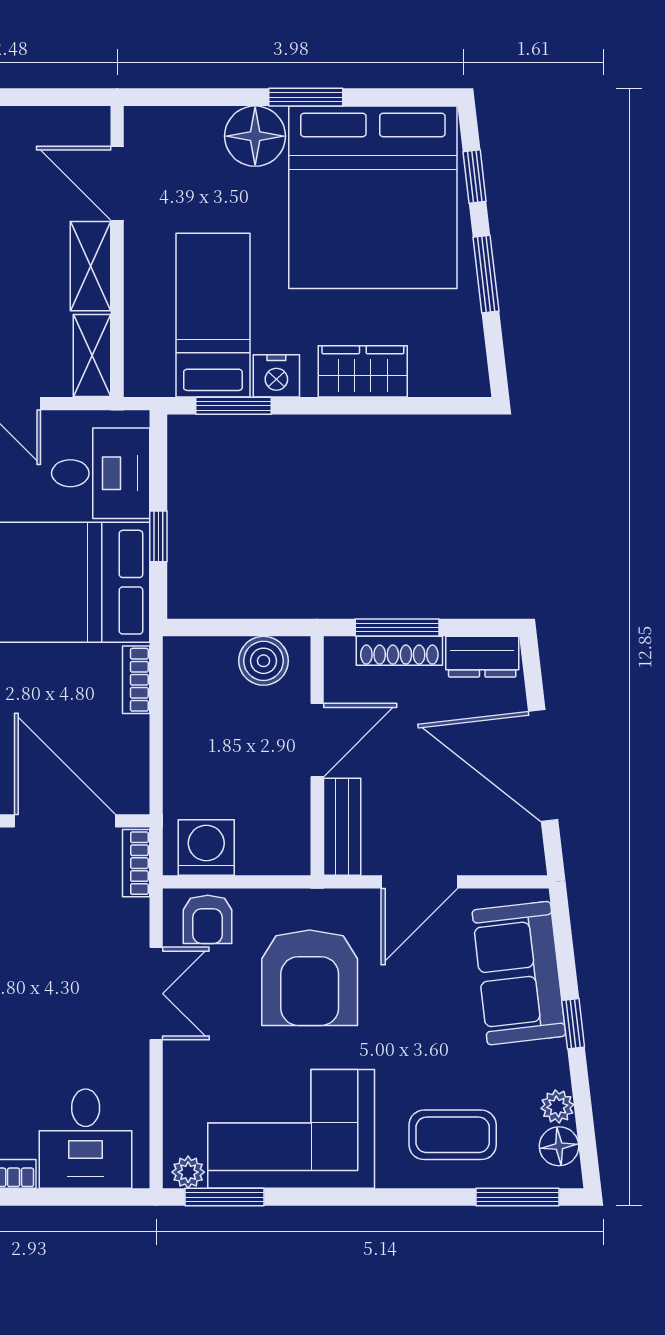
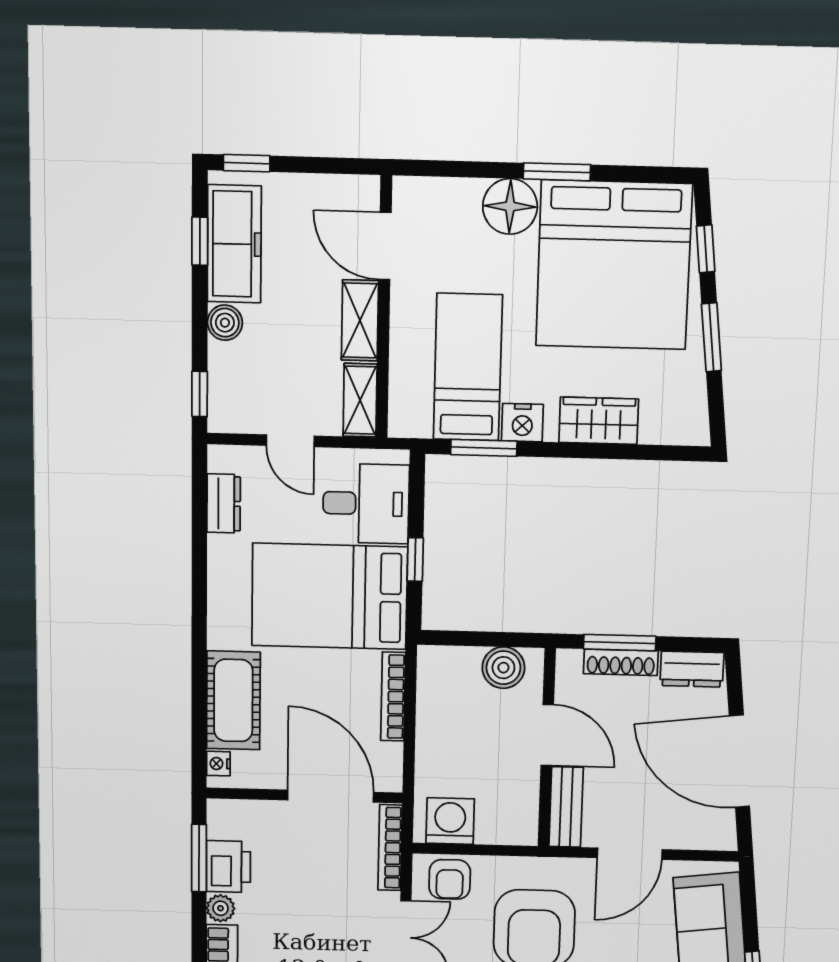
bookcase: (136, 680) -> (393, 697), width x1.56
door: (317, 740) -> (547, 735), hinge flipped
bookcase: (136, 863) -> (390, 848), width x1.56

